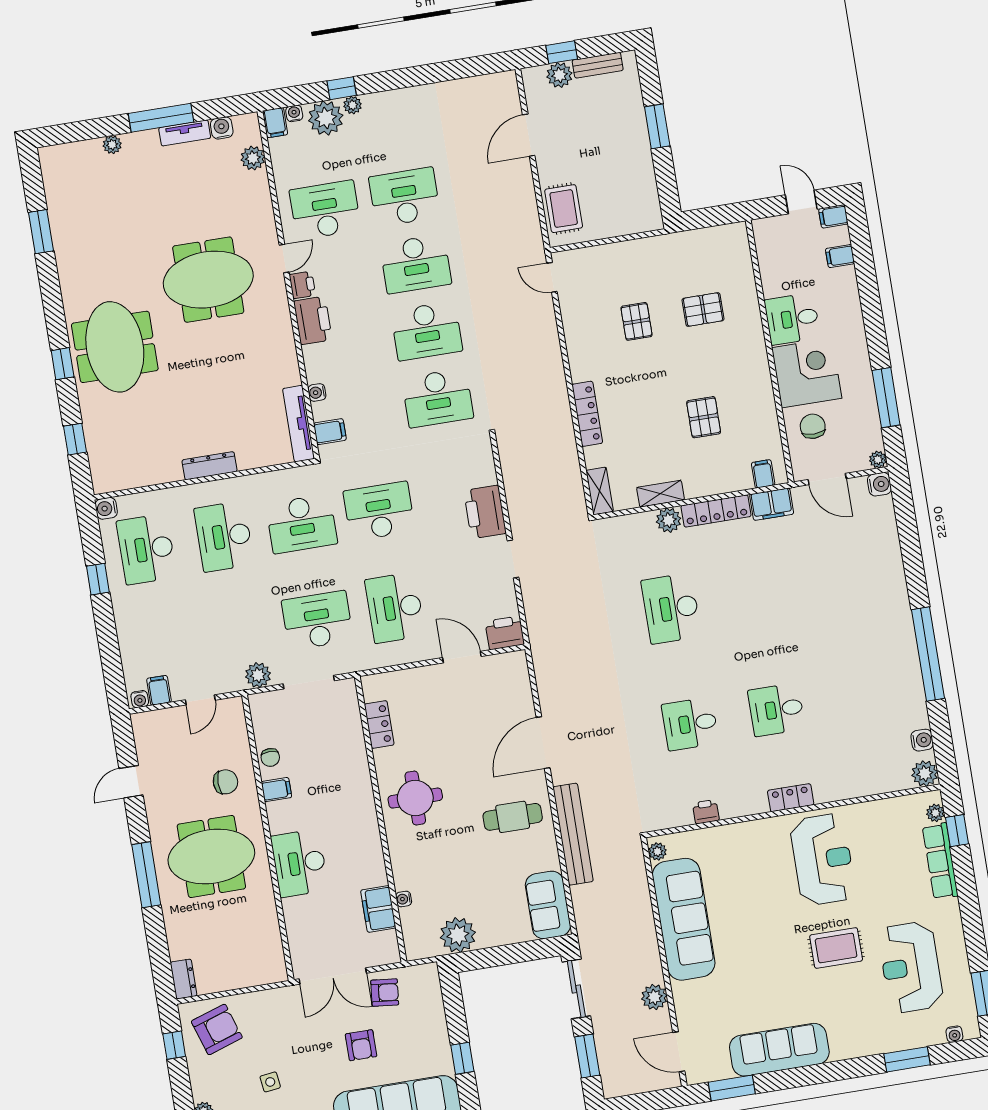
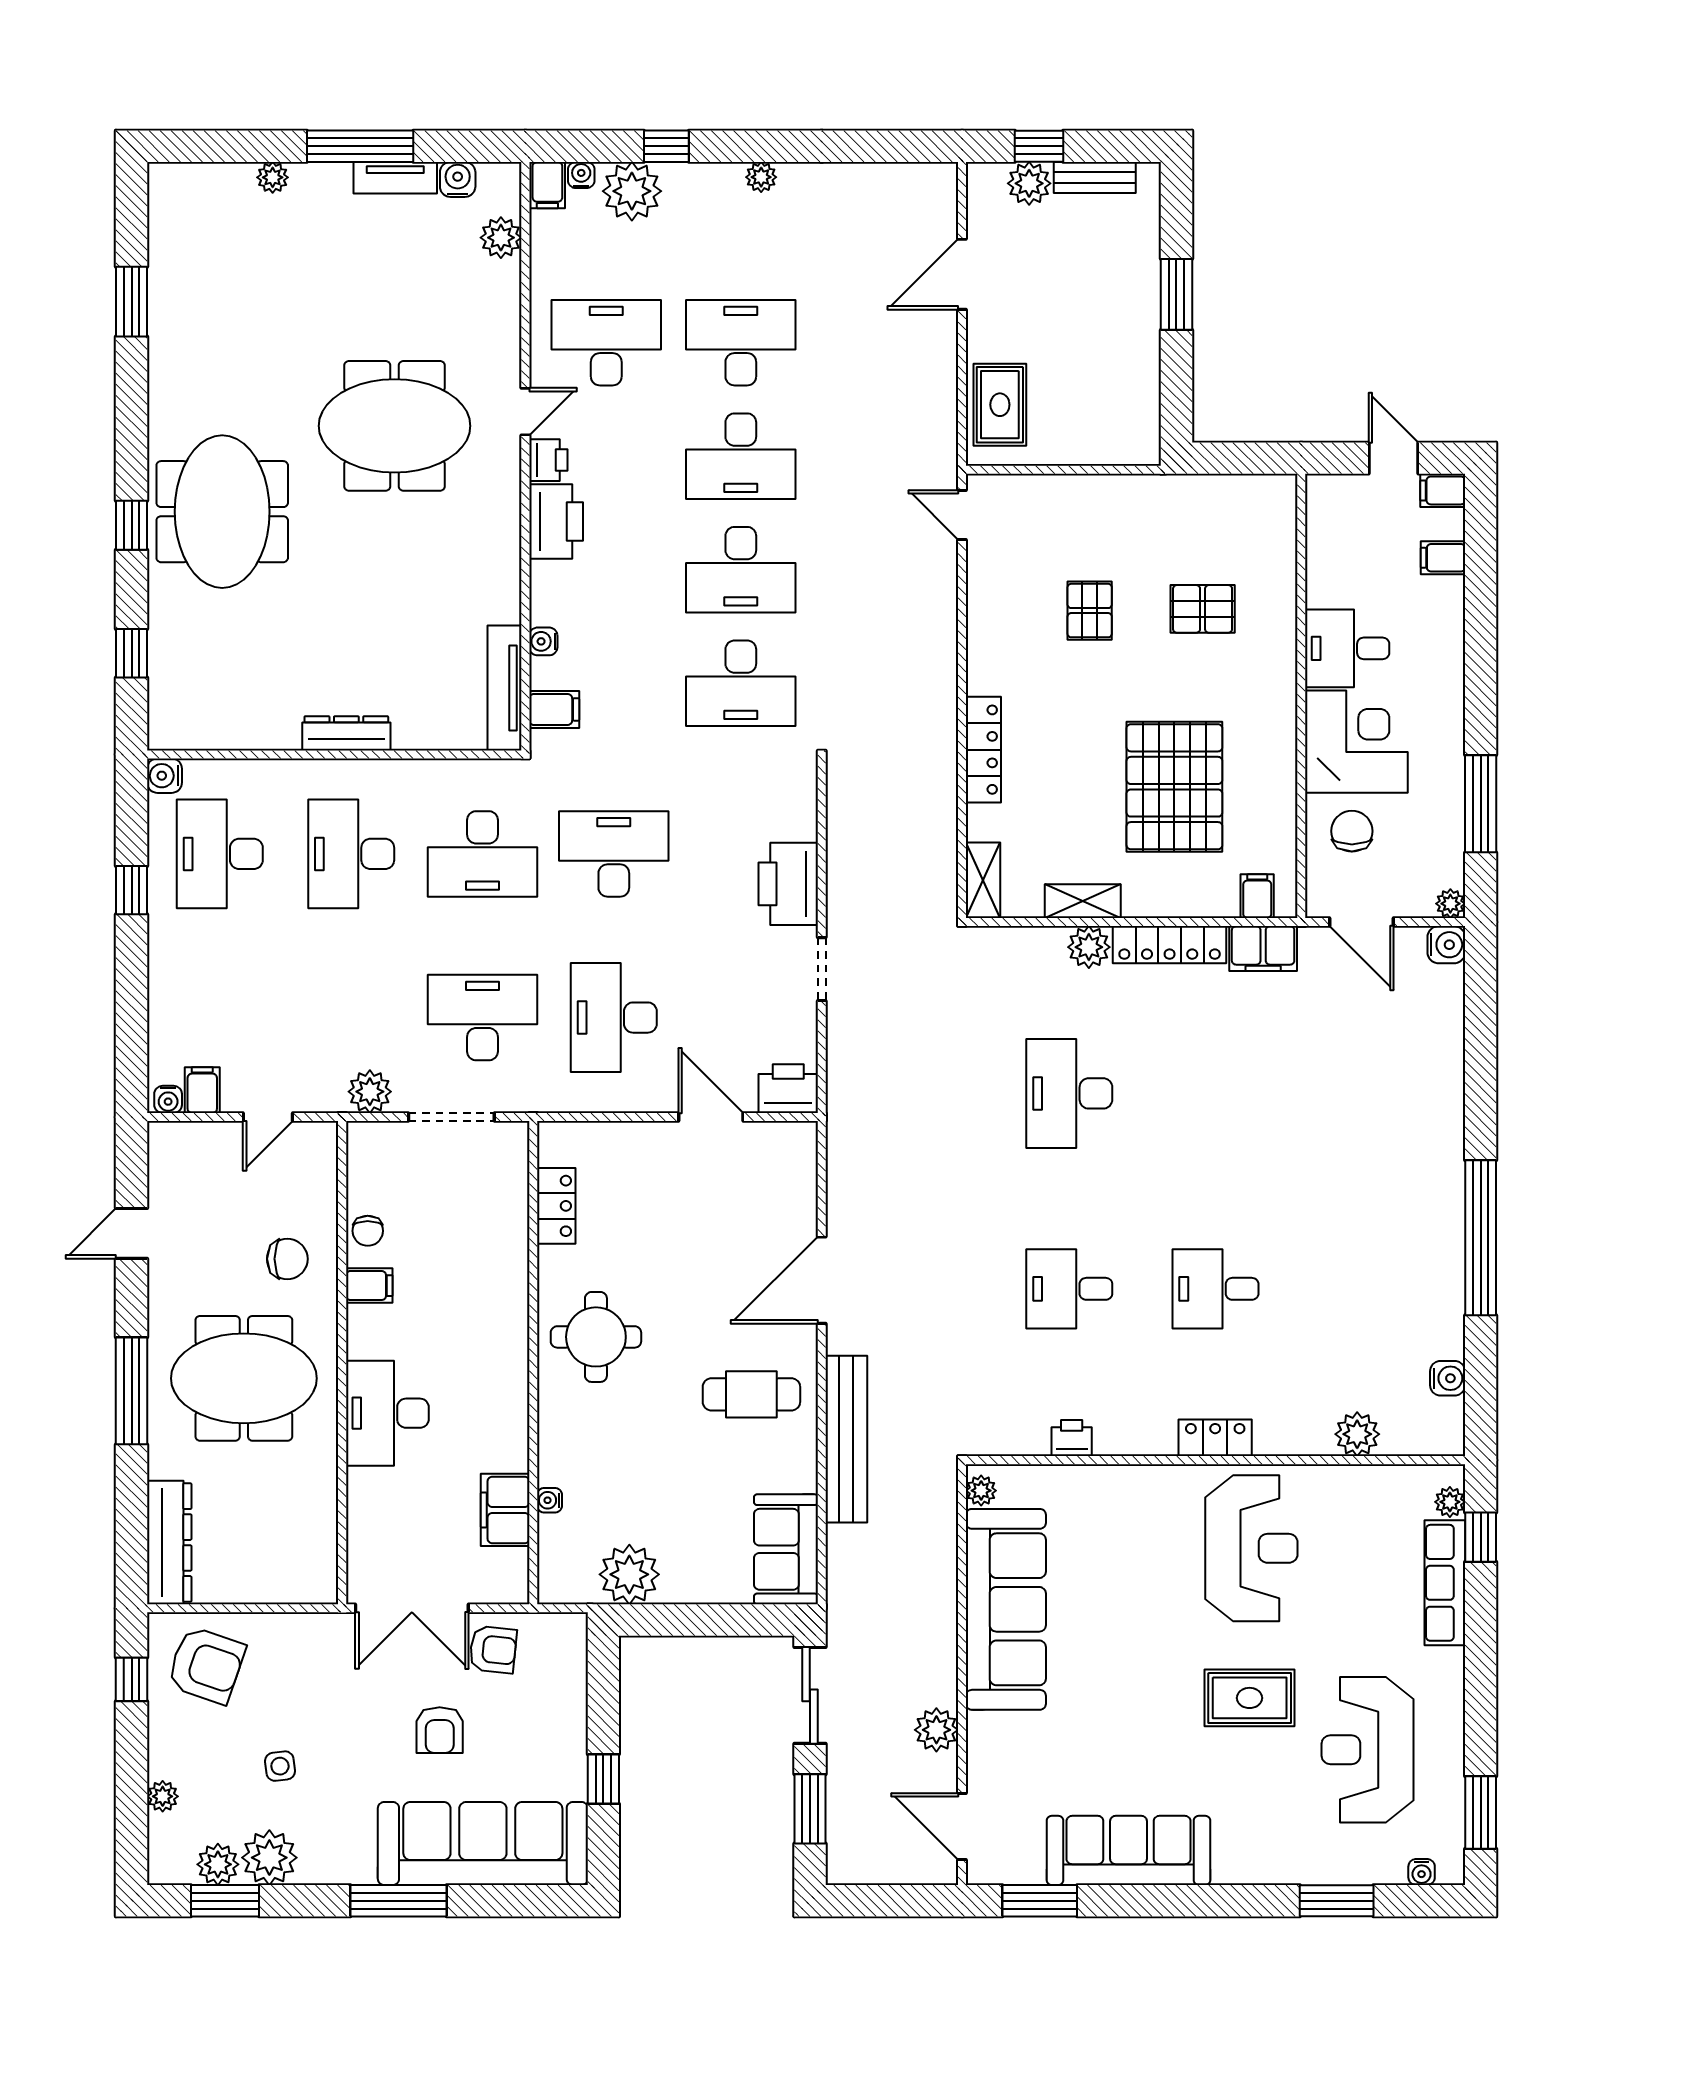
plant: (352, 105) -> (761, 177), moved
pallet: (704, 417) -> (1174, 787), width x2.05, depth x2.00
plant: (925, 774) -> (1357, 1434), moved
dresser: (184, 979) -> (169, 1543), width x1.96, depth x1.24
armchair: (217, 1029) -> (206, 1665), turned 37

